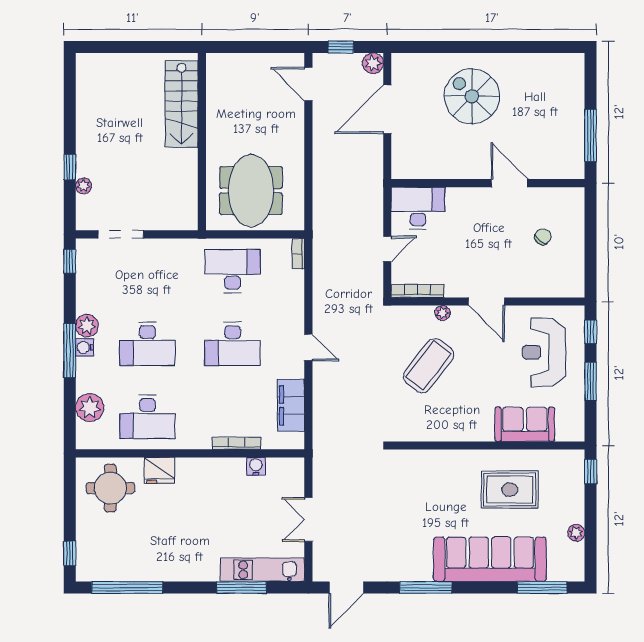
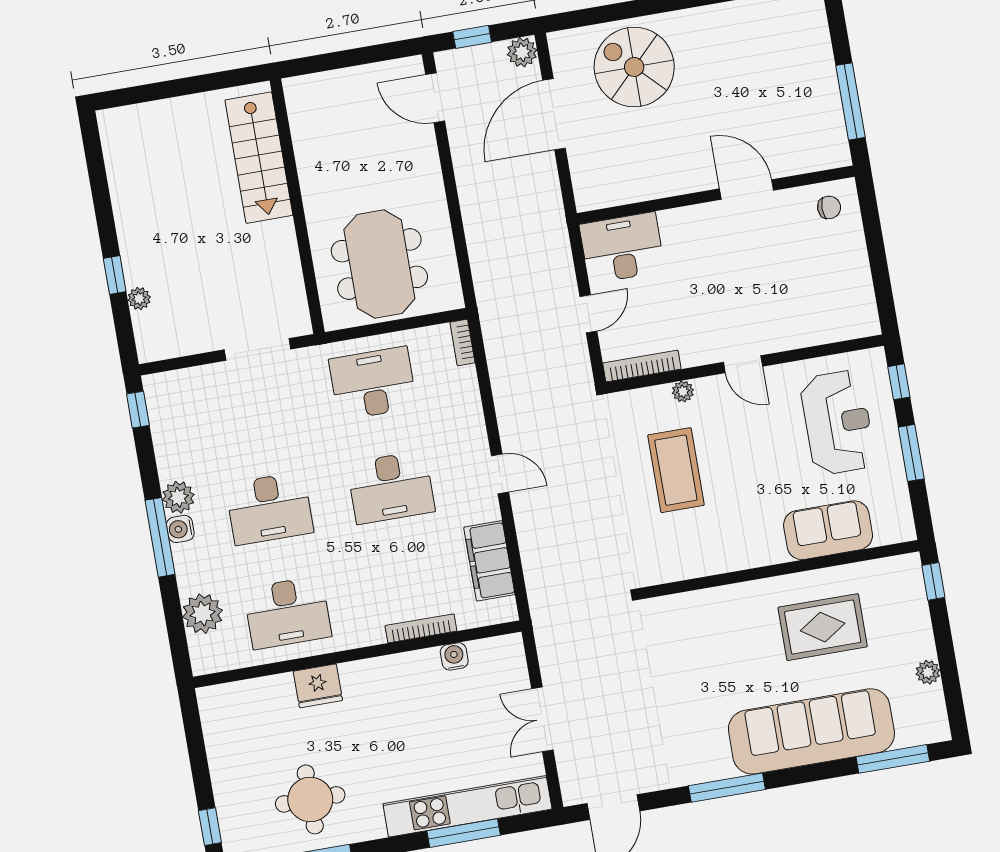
spiral stairs: (472, 96) -> (634, 67), moved
doorway: (121, 234) -> (258, 349), moved
chair: (543, 237) -> (829, 207), moved, turned 52
door: (486, 301) -> (743, 364), width x0.73
reception desk: (544, 352) -> (838, 423), turned 180
coffee table: (428, 366) -> (676, 470), turned -38
round table: (110, 488) -> (310, 799), moved
kitchen unit: (262, 570) -> (467, 806), width x1.36

